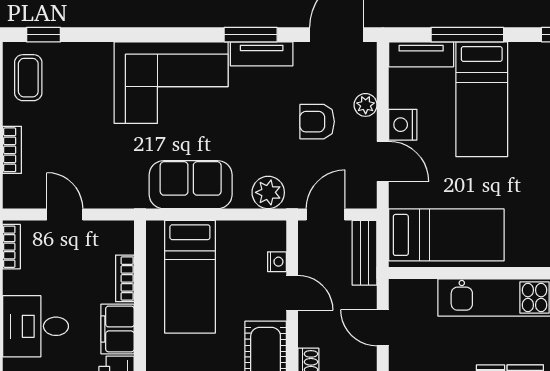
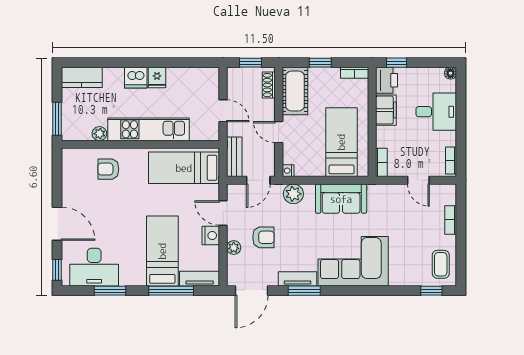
nightstand: (277, 262) -> (288, 171), moved
bookcase: (125, 278) -> (381, 162), moved

